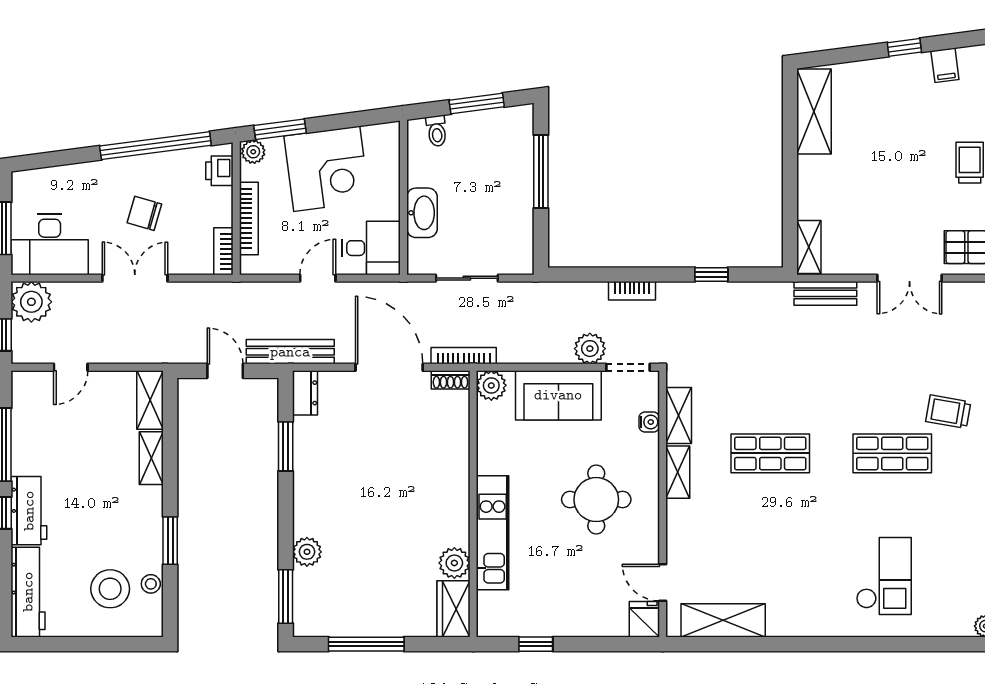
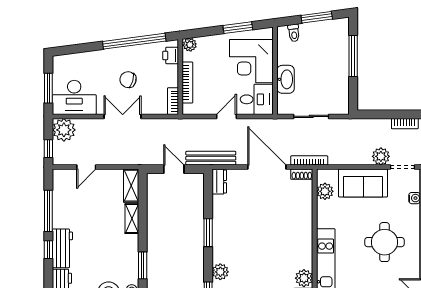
window: (280, 129) -> (238, 28), moved
corner desk: (327, 169) -> (251, 61), moved, turned 97
plant: (491, 385) -> (325, 191), moved
window: (286, 446) -> (208, 233), moved

